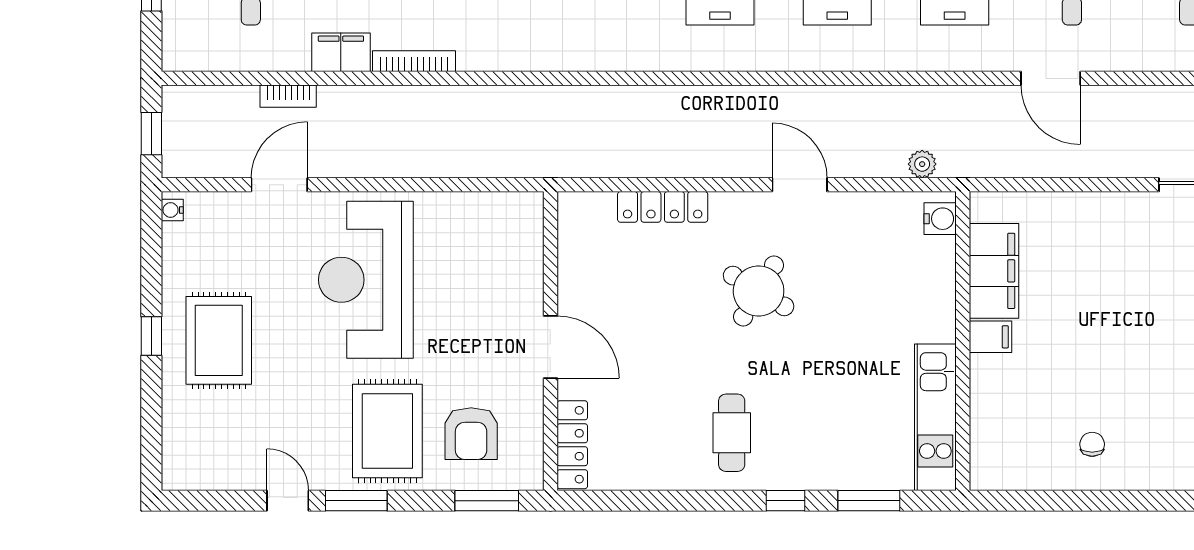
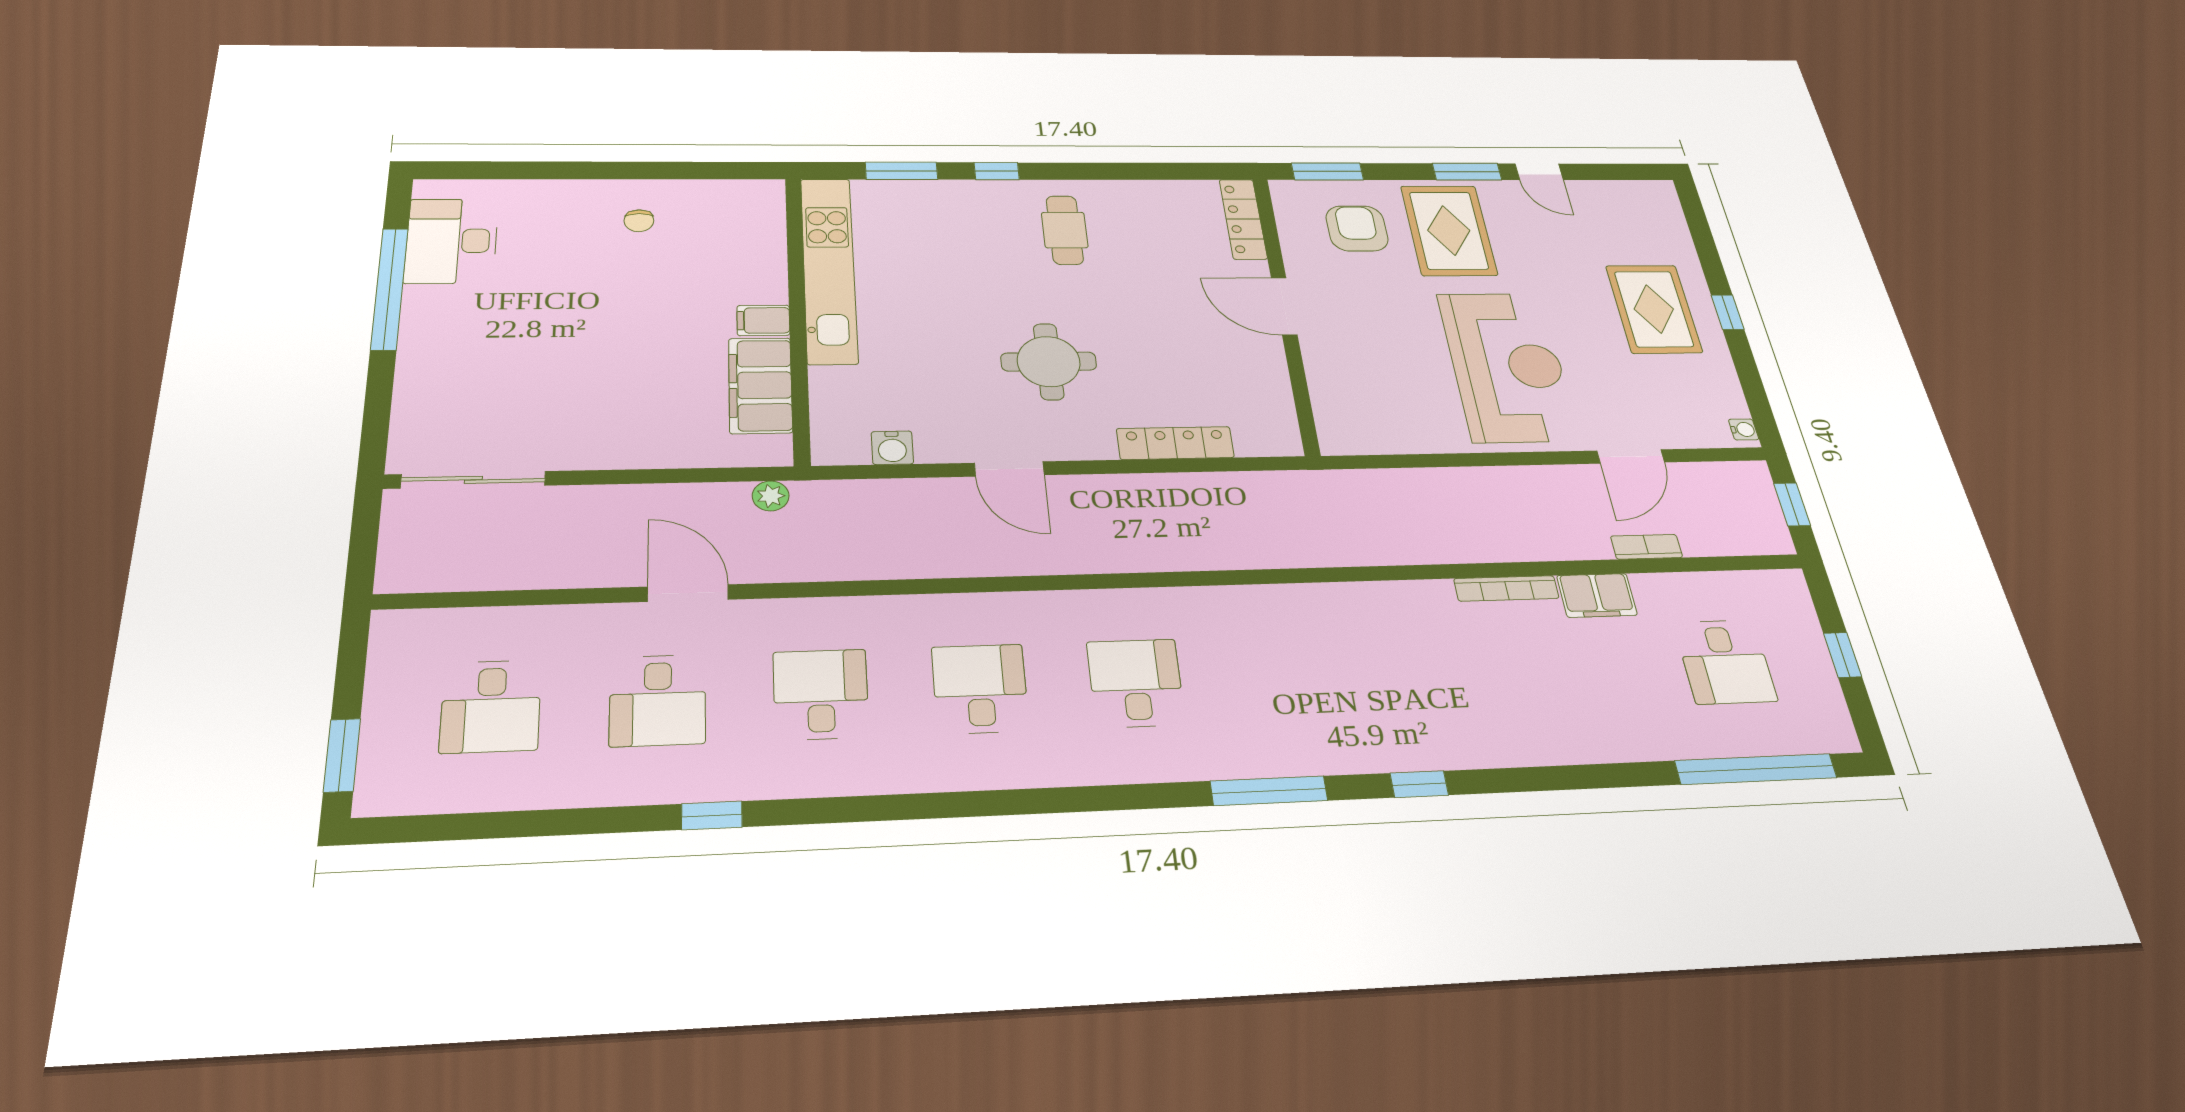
plant: (922, 164) -> (771, 496), moved
water cooler: (940, 219) -> (892, 448), moved, turned -90
round table: (759, 291) -> (1049, 362), turned -31
kitchen unit: (935, 417) -> (829, 269), width x1.36

